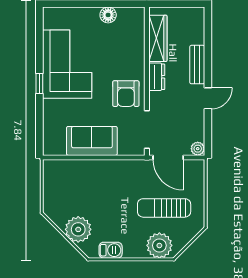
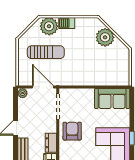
sofa: (92, 141) -> (112, 98), moved
barbecue: (111, 250) -> (67, 23), moved

